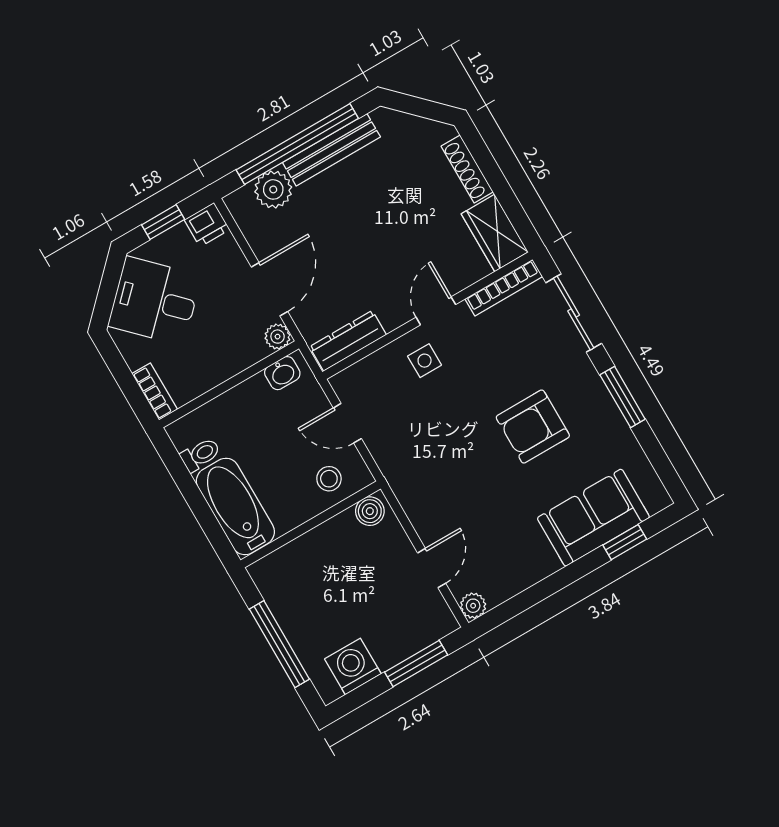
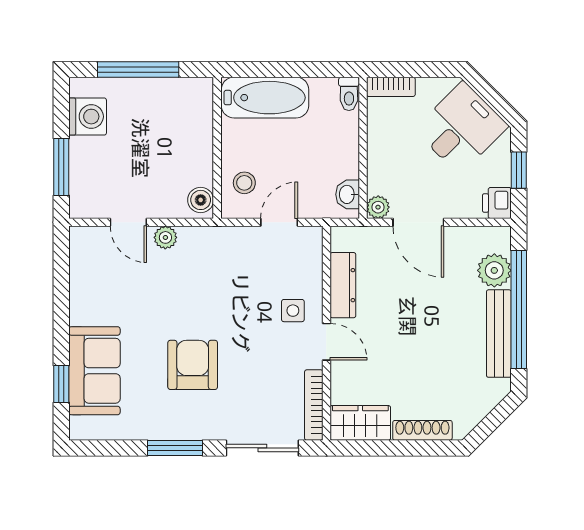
dresser: (348, 341) -> (343, 285), moved
toilet: (200, 455) -> (349, 94), moved
plant: (473, 606) -> (165, 237), moved

